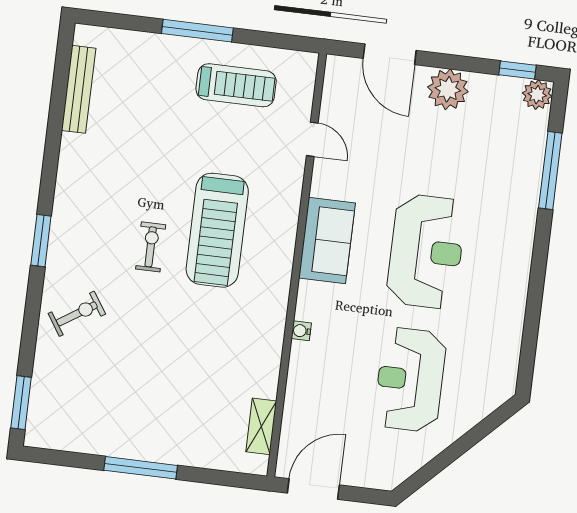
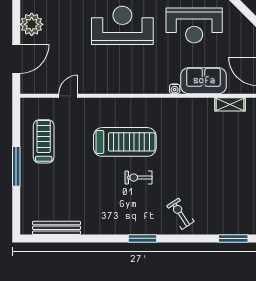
sofa: (327, 241) -> (204, 81), moved

